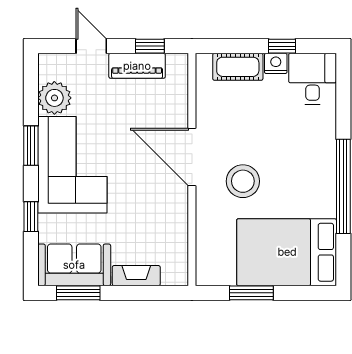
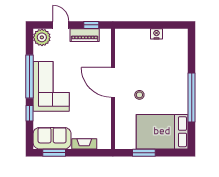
window: (282, 46) -> (160, 25), removed
cot: (238, 67) -> (137, 36), removed
desk: (313, 79) -> (176, 42), removed
plant: (54, 98) -> (42, 37), moved
window: (31, 146) -> (30, 76), width x2.11
stool: (243, 181) -> (139, 95), width x0.53, depth x0.53

